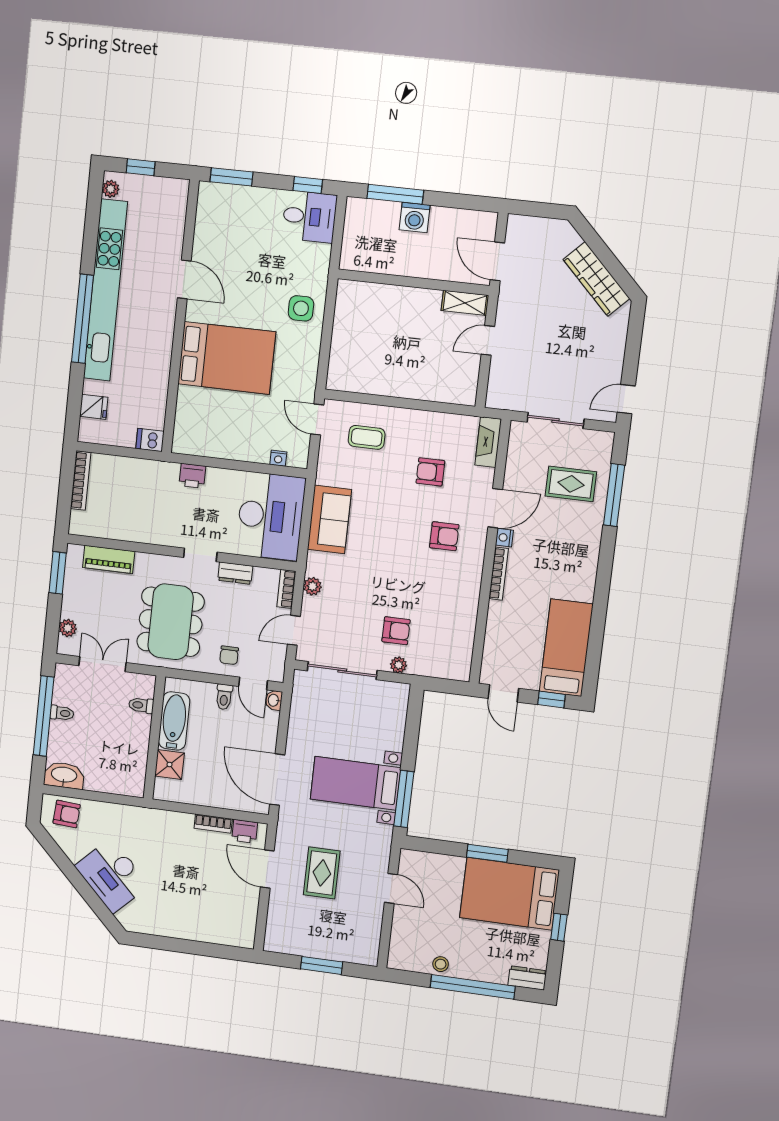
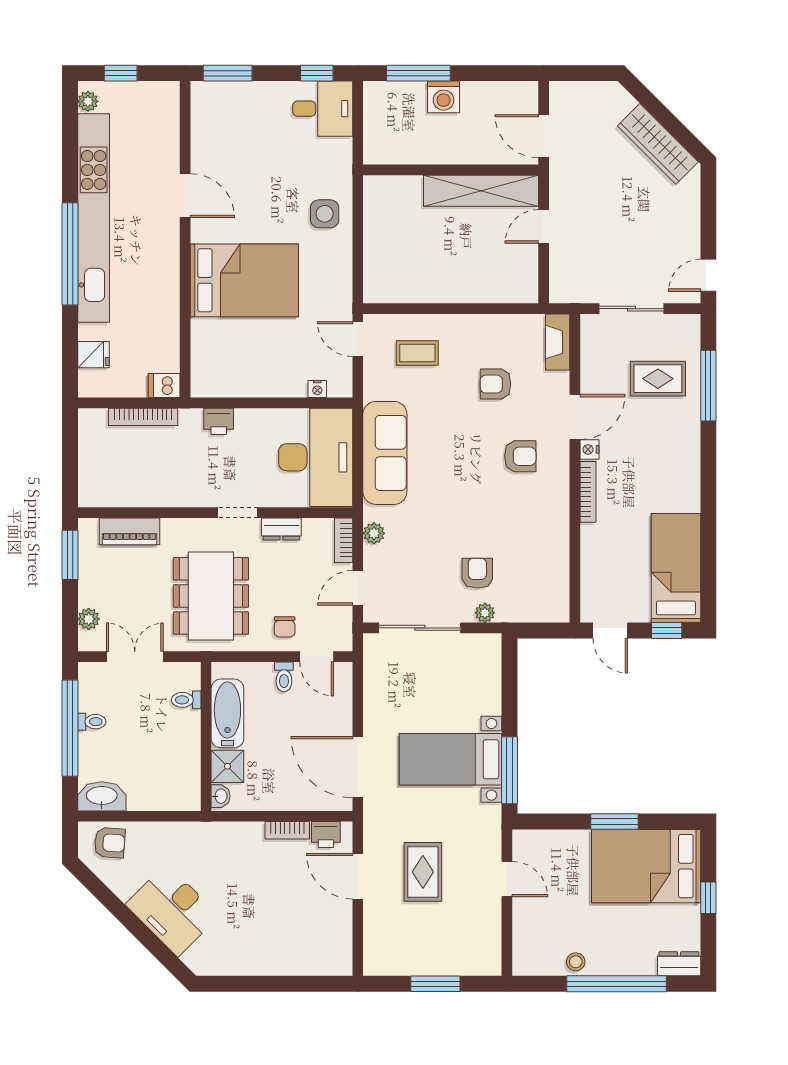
shelving: (465, 303) -> (481, 191), width x2.20, depth x1.33
bookcase: (81, 480) -> (143, 417), moved, turned 90
sofa: (329, 519) -> (385, 453), width x1.36
armchair: (396, 631) -> (477, 573), turned -90
washbasin: (274, 700) -> (221, 796), moved, turned 180

